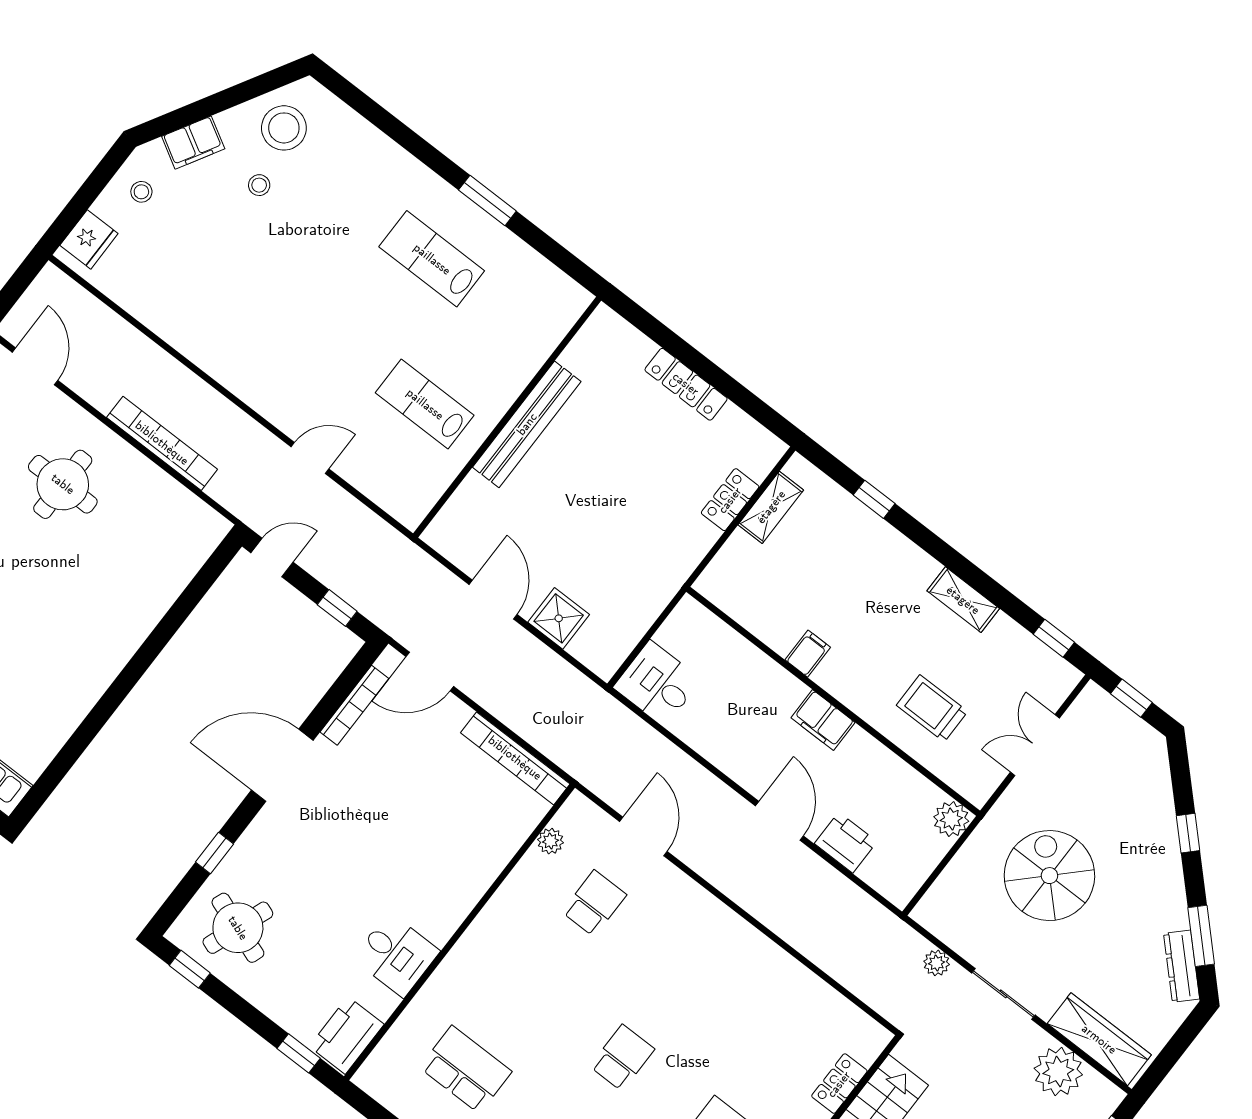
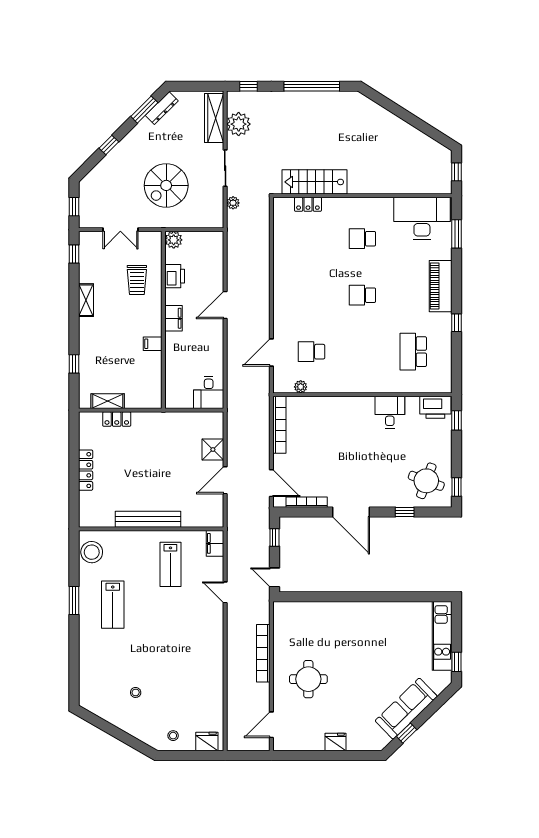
stool: (284, 128) -> (92, 552), moved
filing cabinet: (193, 143) -> (215, 543), moved, turned -120
printer: (846, 843) -> (175, 276), moved, turned 180

